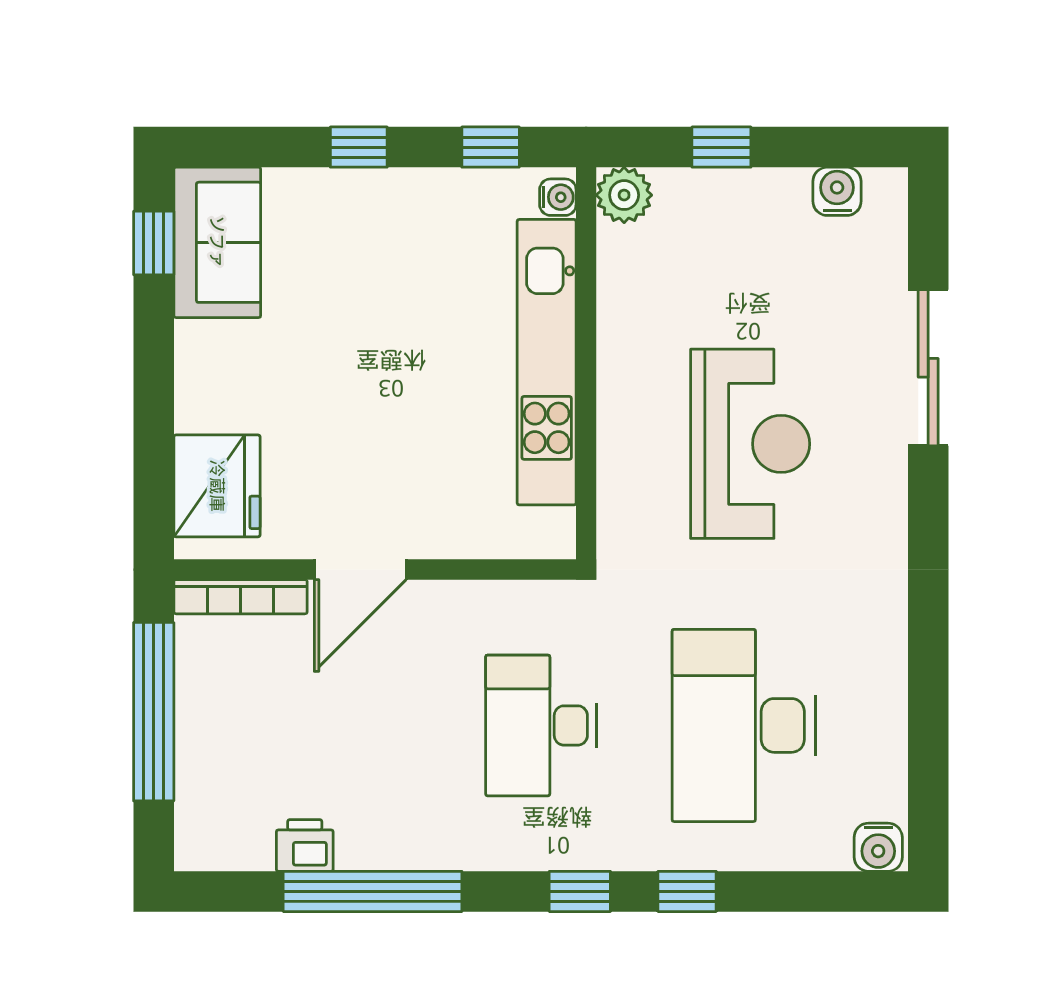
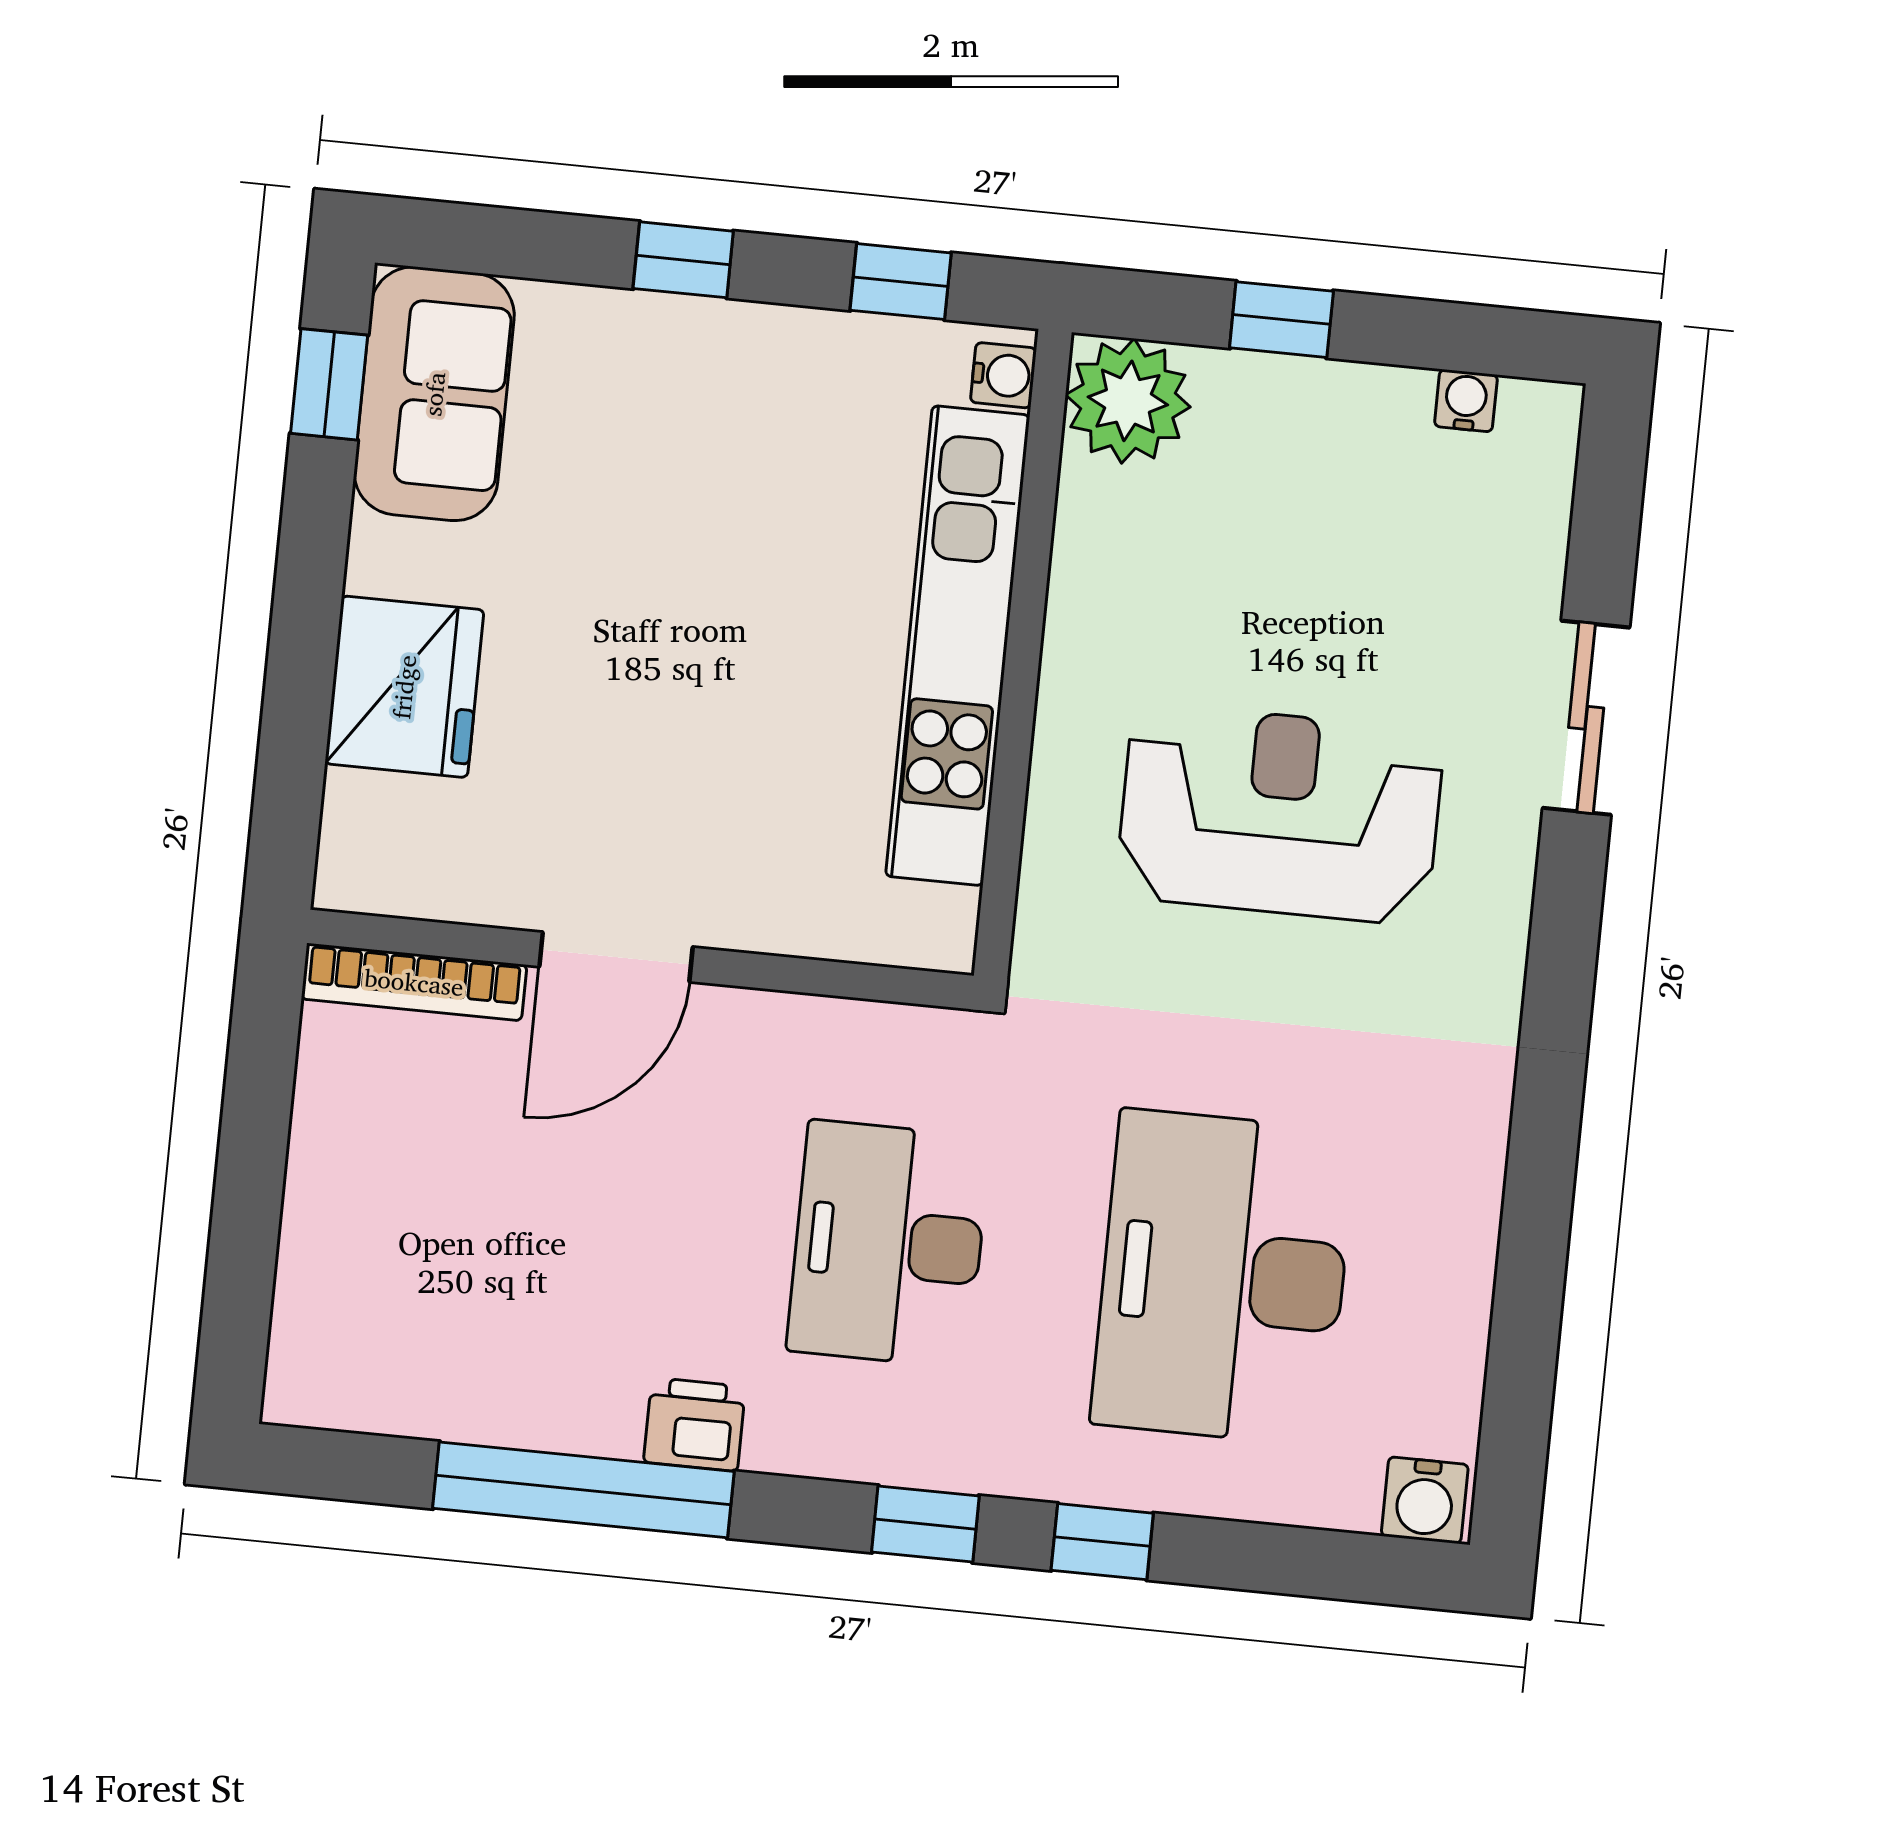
water cooler: (837, 191) -> (1466, 401), width x0.72, depth x0.72
plant: (624, 195) -> (1128, 401), width x1.36, depth x1.36
sliding door: (928, 368) -> (1586, 718), width x0.73
reception desk: (750, 444) -> (1280, 814), turned -90
fridge: (217, 486) -> (404, 687), moved
window: (154, 712) -> (252, 1157), removed
printer: (305, 845) -> (695, 1424), moved

